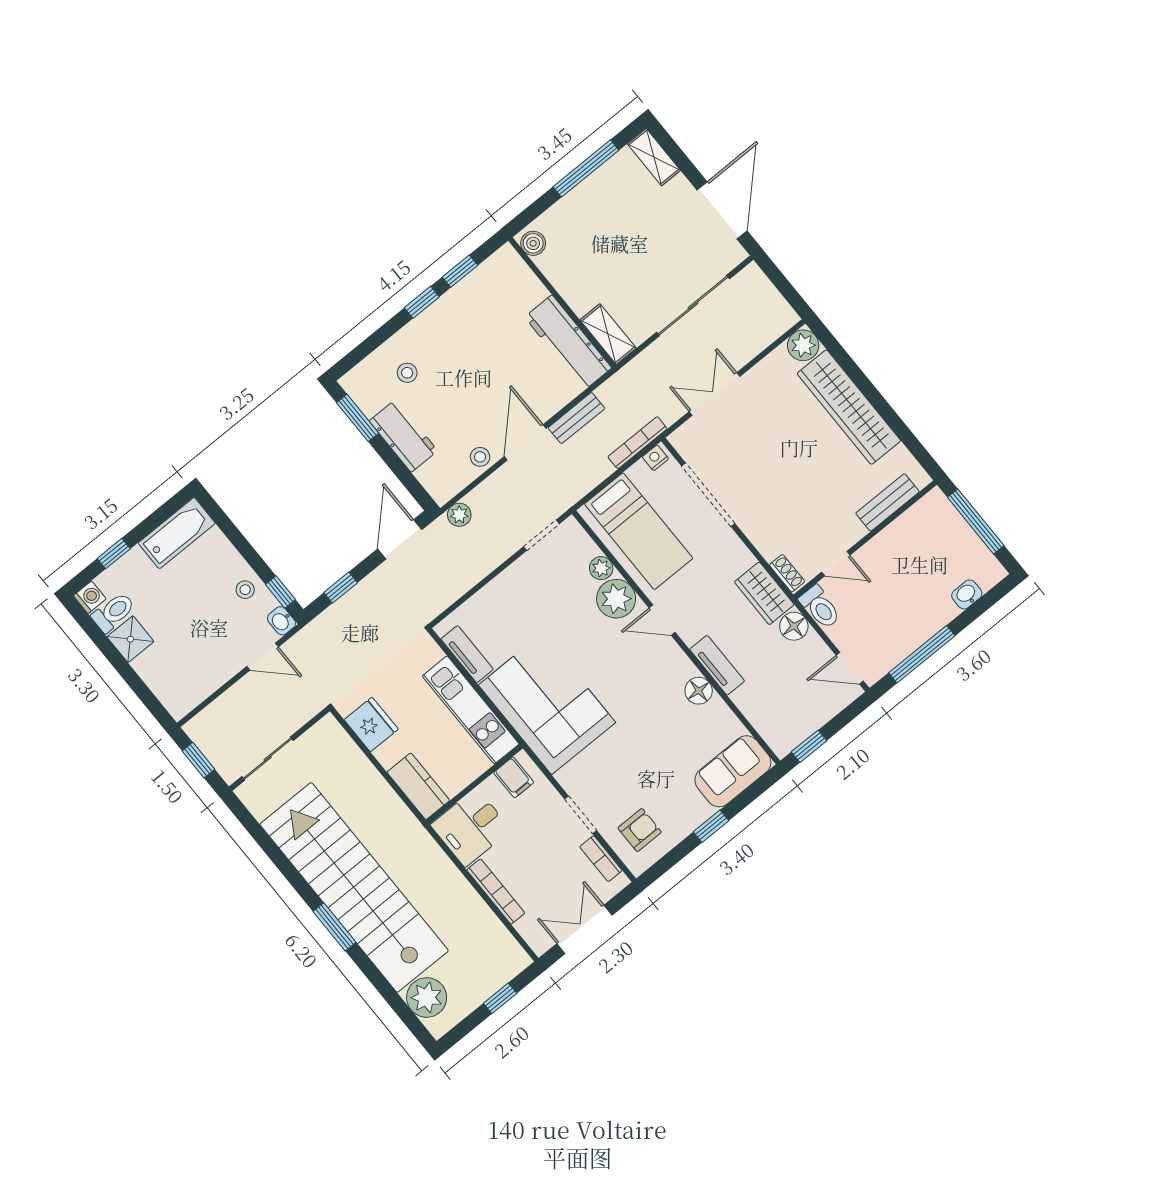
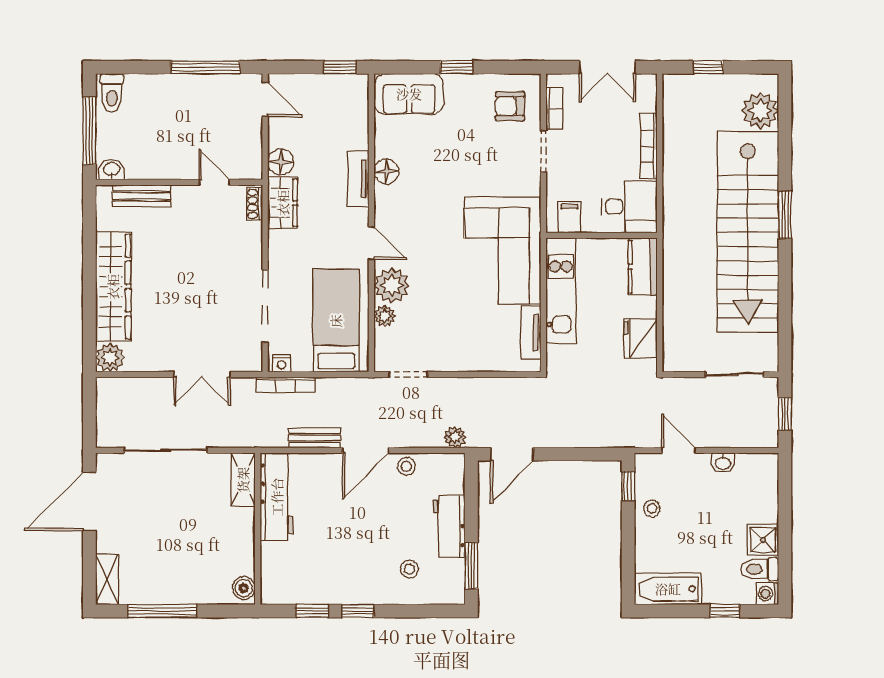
window: (341, 588) -> (582, 454), removed
washbasin: (967, 594) -> (111, 169), moved, turned 180
toilet: (820, 607) -> (112, 93), moved, turned 180
washbasin: (281, 621) -> (723, 463), moved, turned 90

